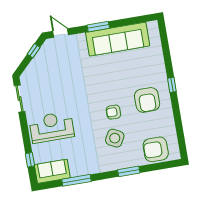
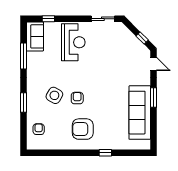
door: (61, 33) -> (153, 64), hinge flipped
window: (172, 85) -> (105, 153), moved
armchair: (156, 149) -> (39, 129), width x0.53, depth x0.53

